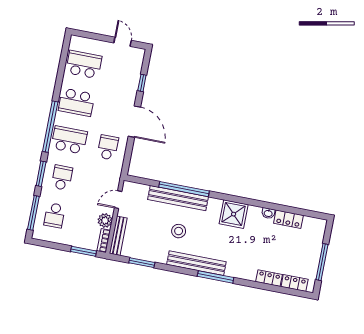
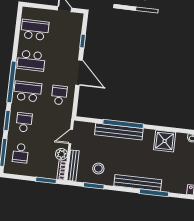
stool: (179, 231) -> (98, 168), moved

